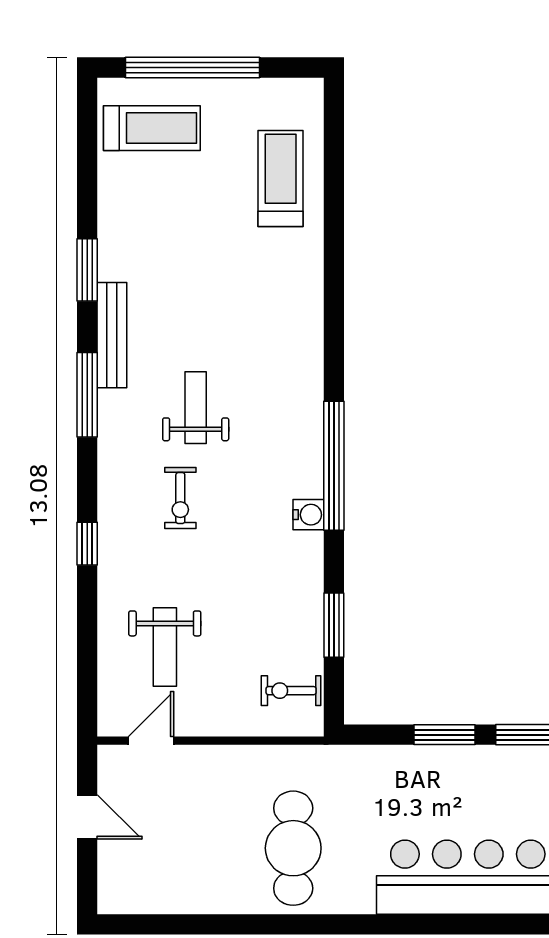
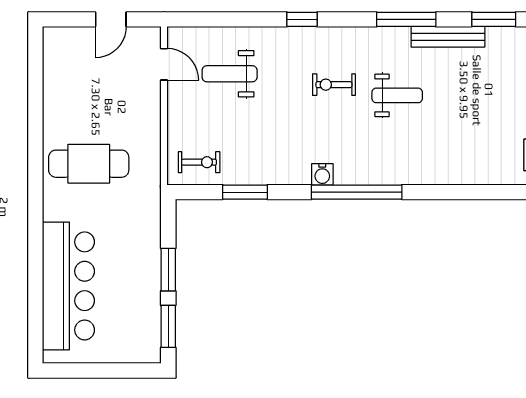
exercise bike: (291, 691) -> (199, 162), turned 90

